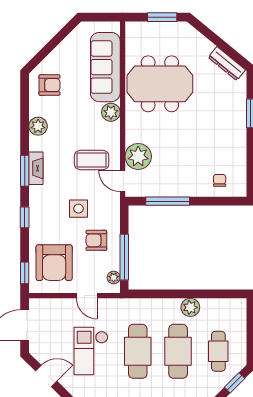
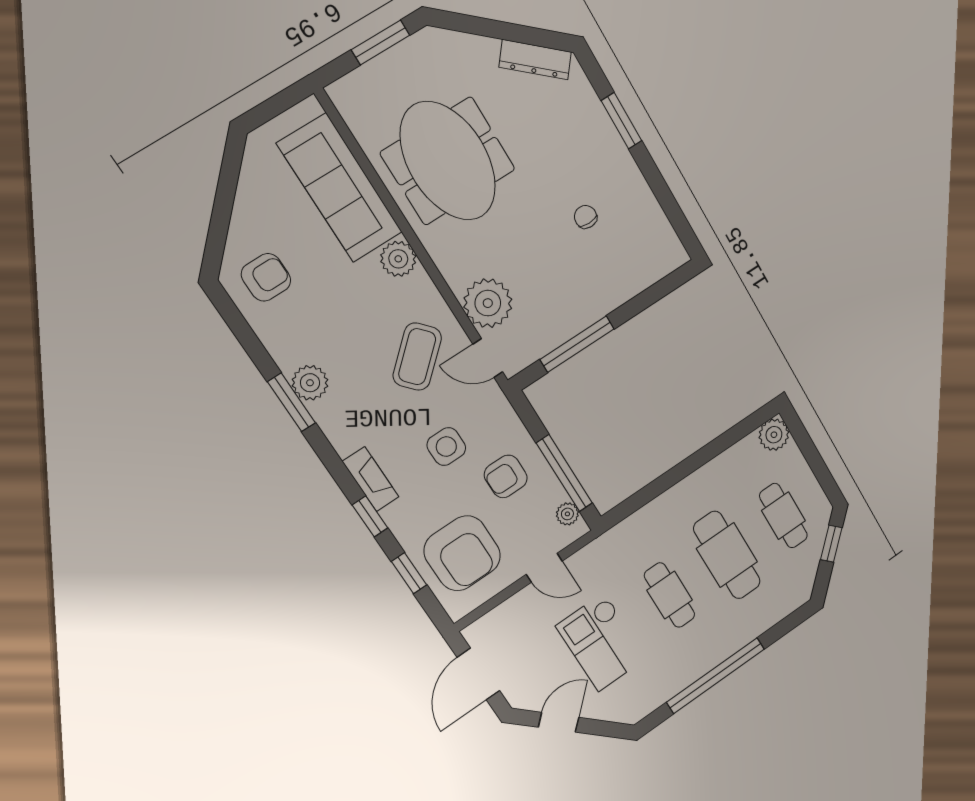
meeting table: (160, 84) -> (448, 161), turned 90
plant: (38, 126) -> (310, 383), moved
coffee table: (92, 160) -> (417, 357), turned -42
fireplace: (36, 168) -> (371, 479), moved
window: (25, 171) -> (292, 402), moved
chair: (220, 180) -> (586, 217), moved
window: (25, 273) -> (409, 573), moved
plant: (190, 307) -> (774, 435), moved
cafe table: (138, 351) -> (670, 595), width x0.73, depth x0.74

